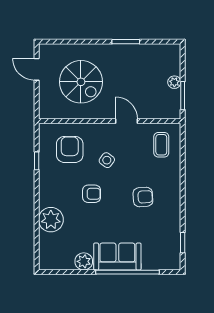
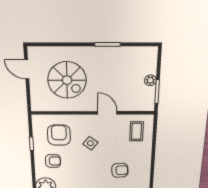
armchair: (92, 194) -> (53, 161), moved

